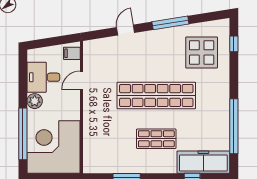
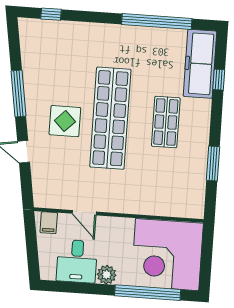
display table: (202, 52) -> (65, 121), moved, width x0.73, depth x0.73

